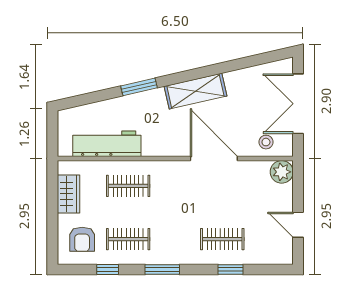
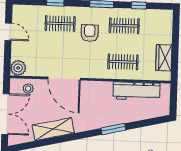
shelving: (195, 91) -> (53, 129), moved
armchair: (82, 239) -> (90, 33), moved

